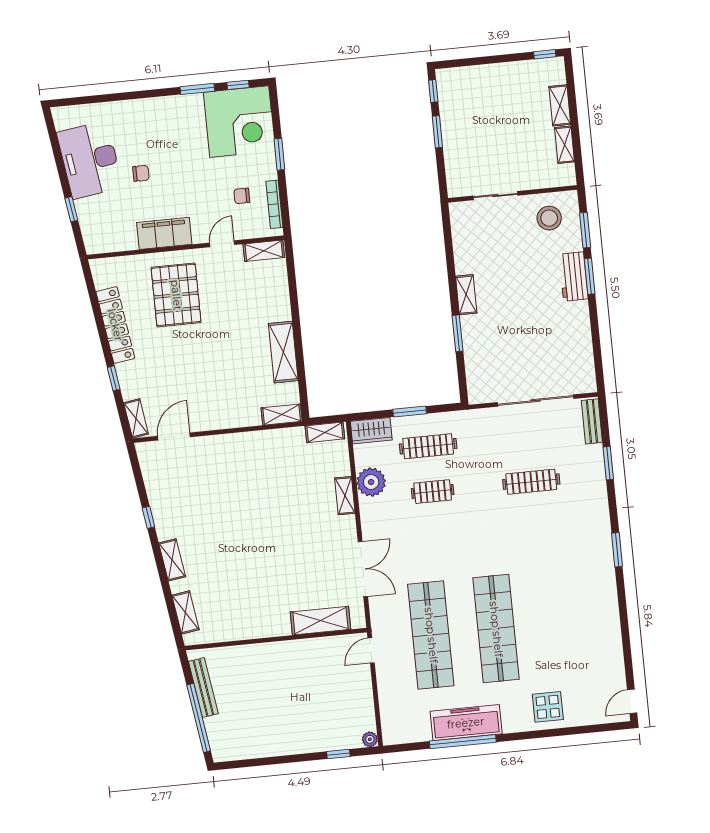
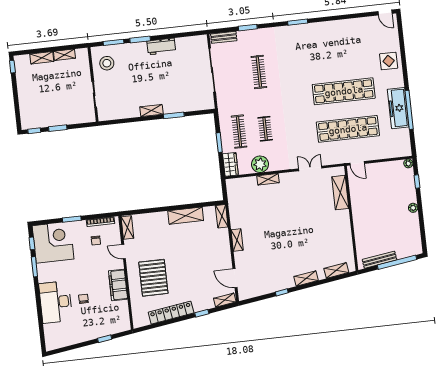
desk: (90, 160) -> (56, 302), moved, turned 98
workbench: (574, 276) -> (161, 46), moved
pallet: (176, 295) -> (153, 278), turned 90
shelving: (325, 432) -> (237, 240), moved
double door: (363, 569) -> (310, 168), width x0.73
plant: (293, 747) -> (413, 208), added

